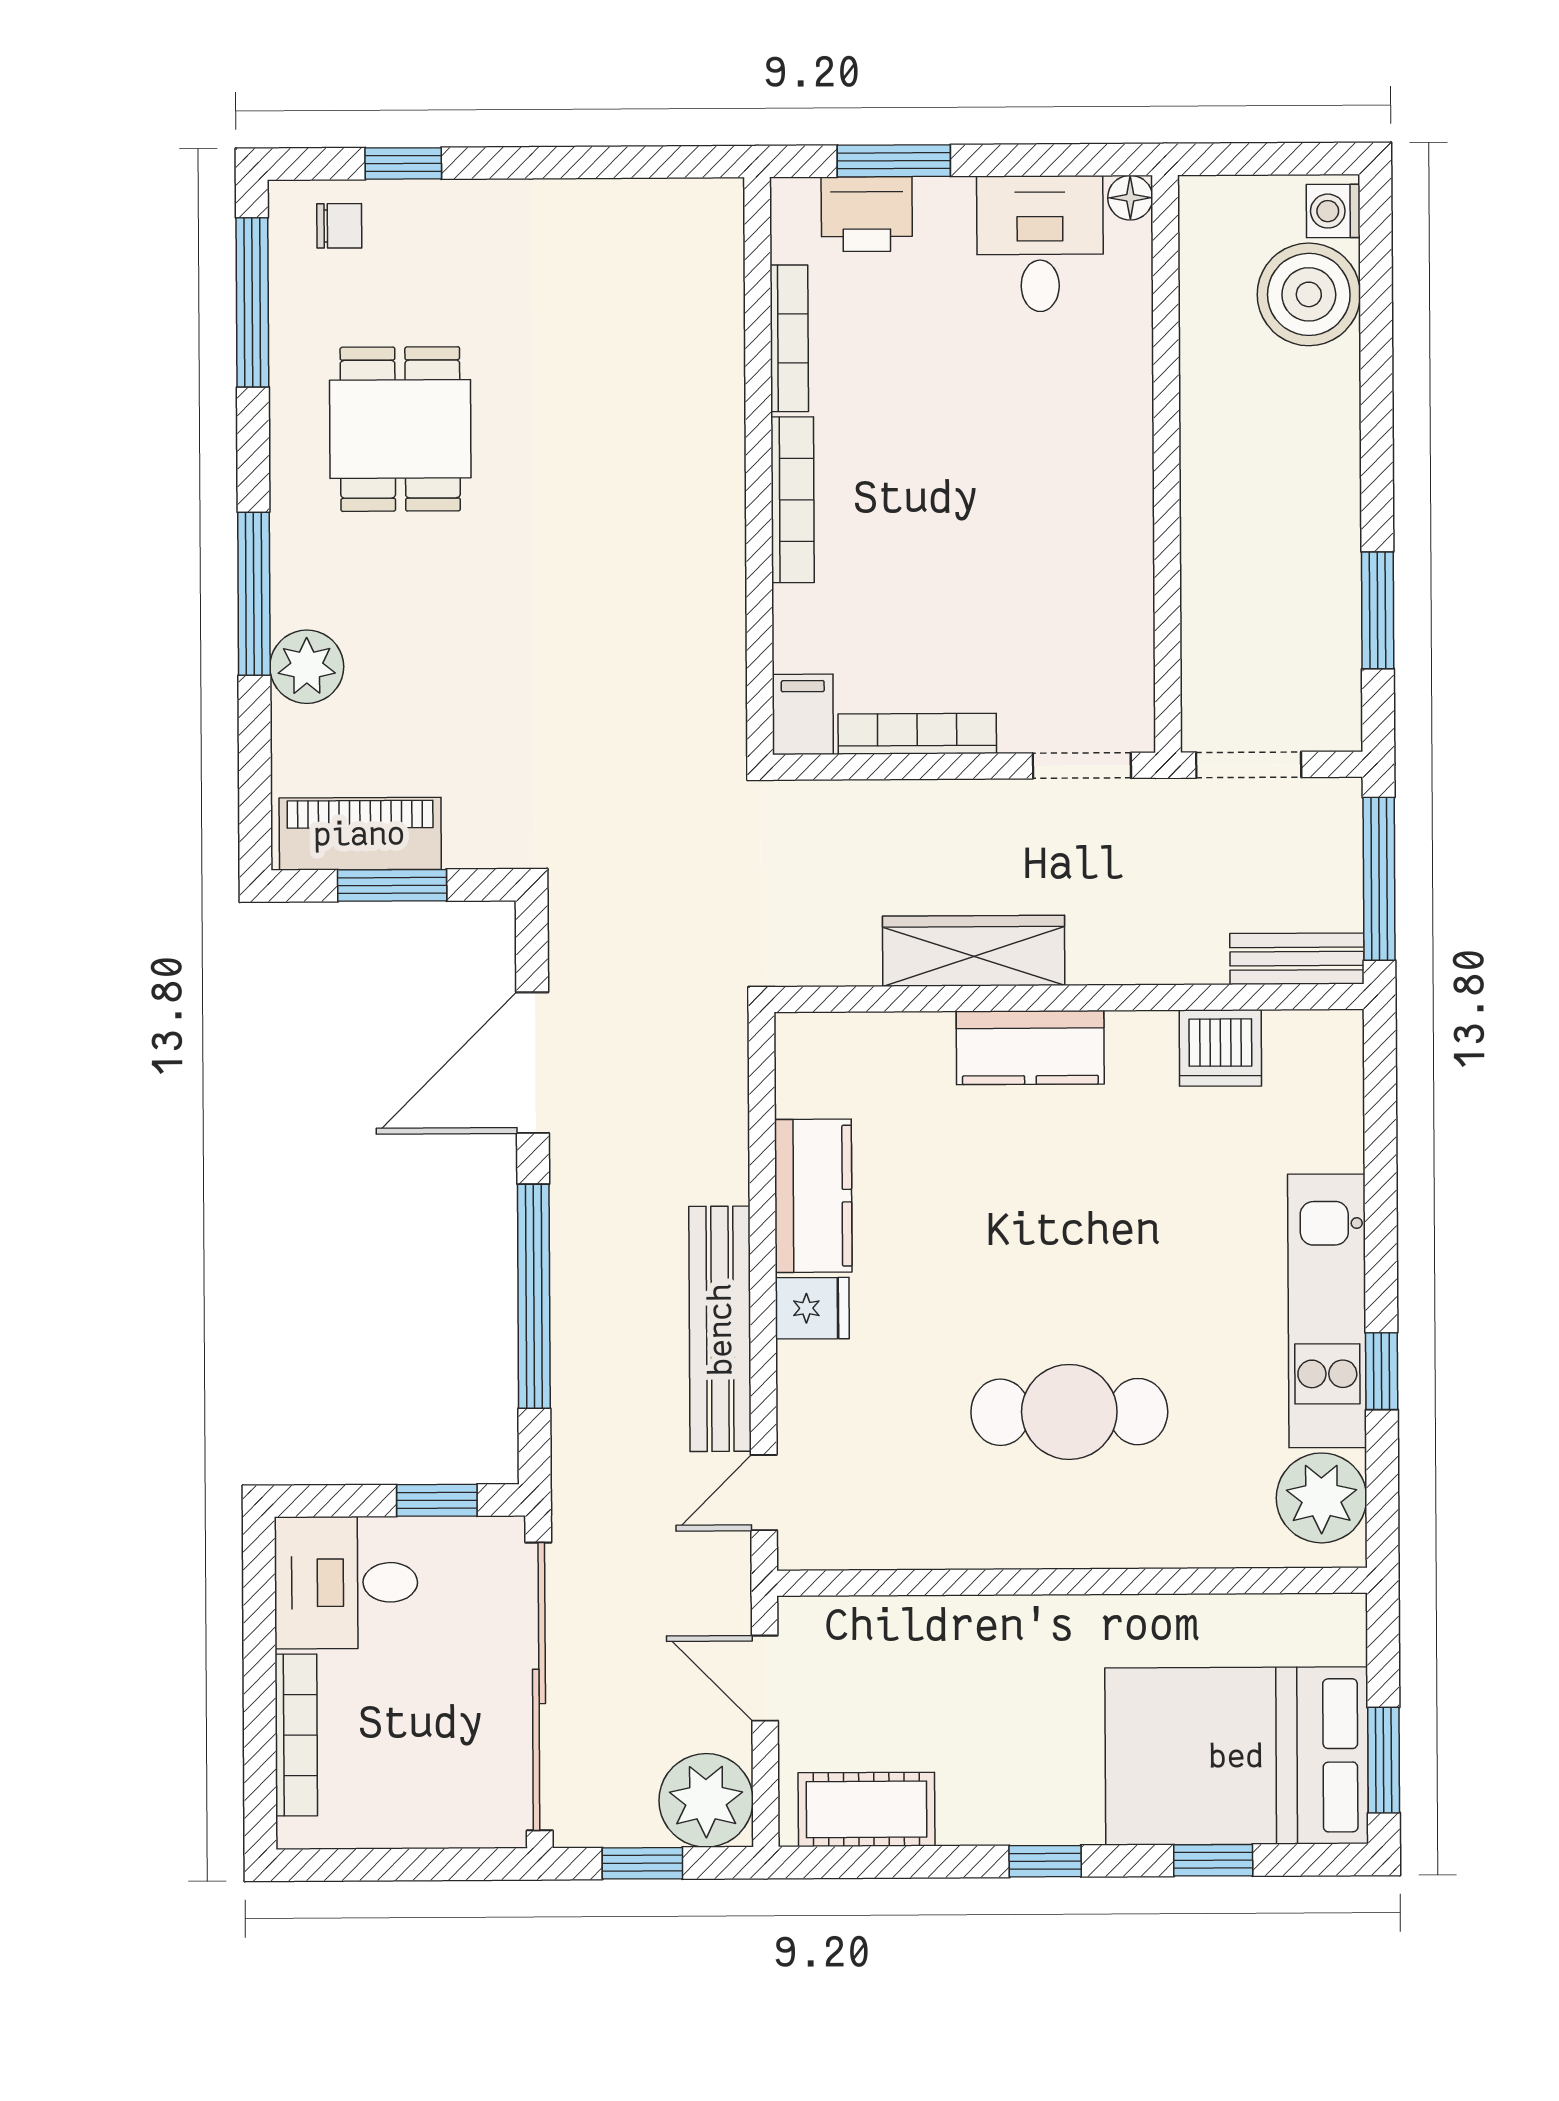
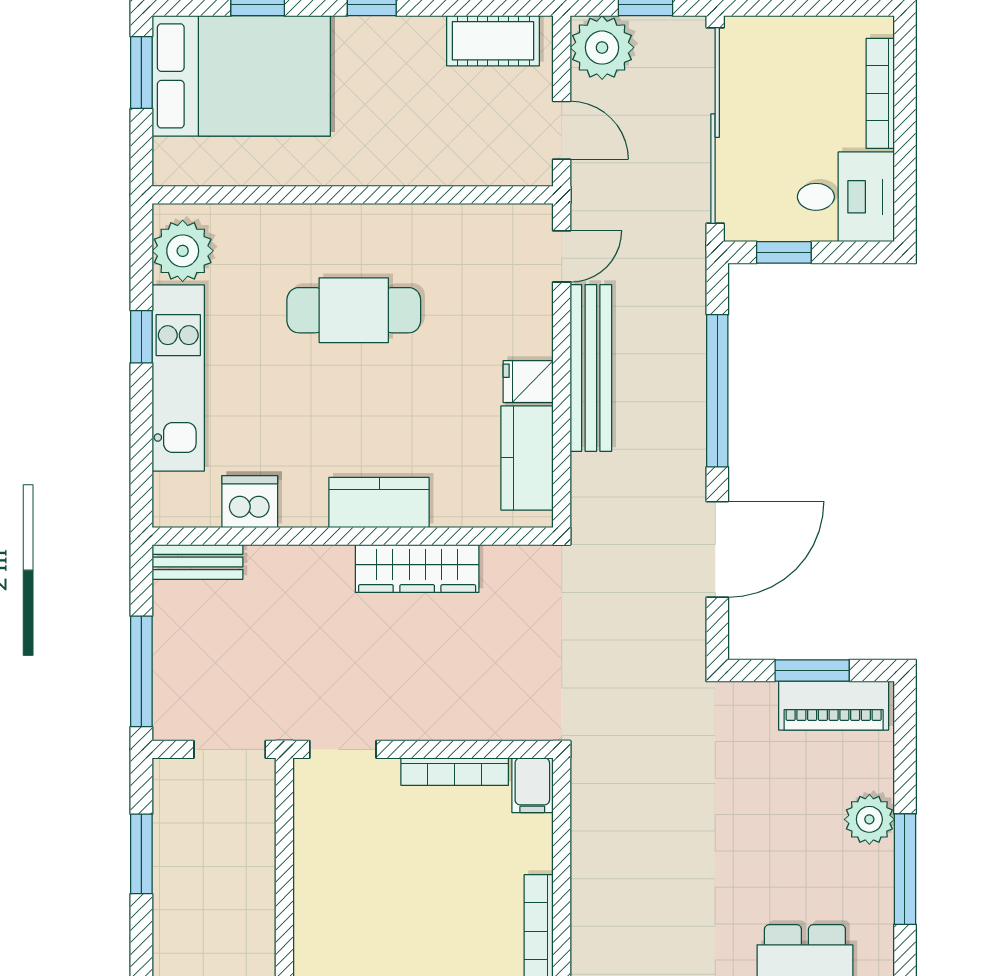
wardrobe: (974, 951) -> (417, 569), moved
bench: (1297, 959) -> (197, 562), moved
wall: (1069, 998) -> (353, 536), moved
kitchen counter: (1030, 1048) -> (379, 503), moved
dishwasher: (1220, 1048) -> (250, 502), moved

